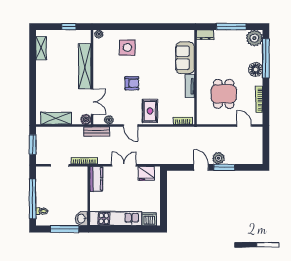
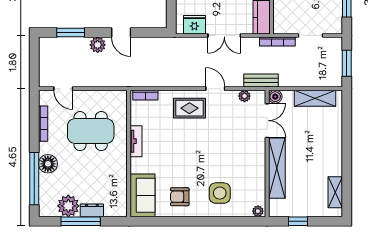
dresser: (205, 35) -> (92, 210), moved
plant: (254, 38) -> (68, 206), moved
sofa: (185, 58) -> (142, 195), moved
armchair: (132, 83) -> (180, 197), moved
dining table: (224, 94) -> (91, 131), width x1.38
double door: (92, 102) -> (267, 121), swing flipped
rug: (150, 111) -> (189, 108), turned 90
window: (224, 167) -> (71, 33), moved

